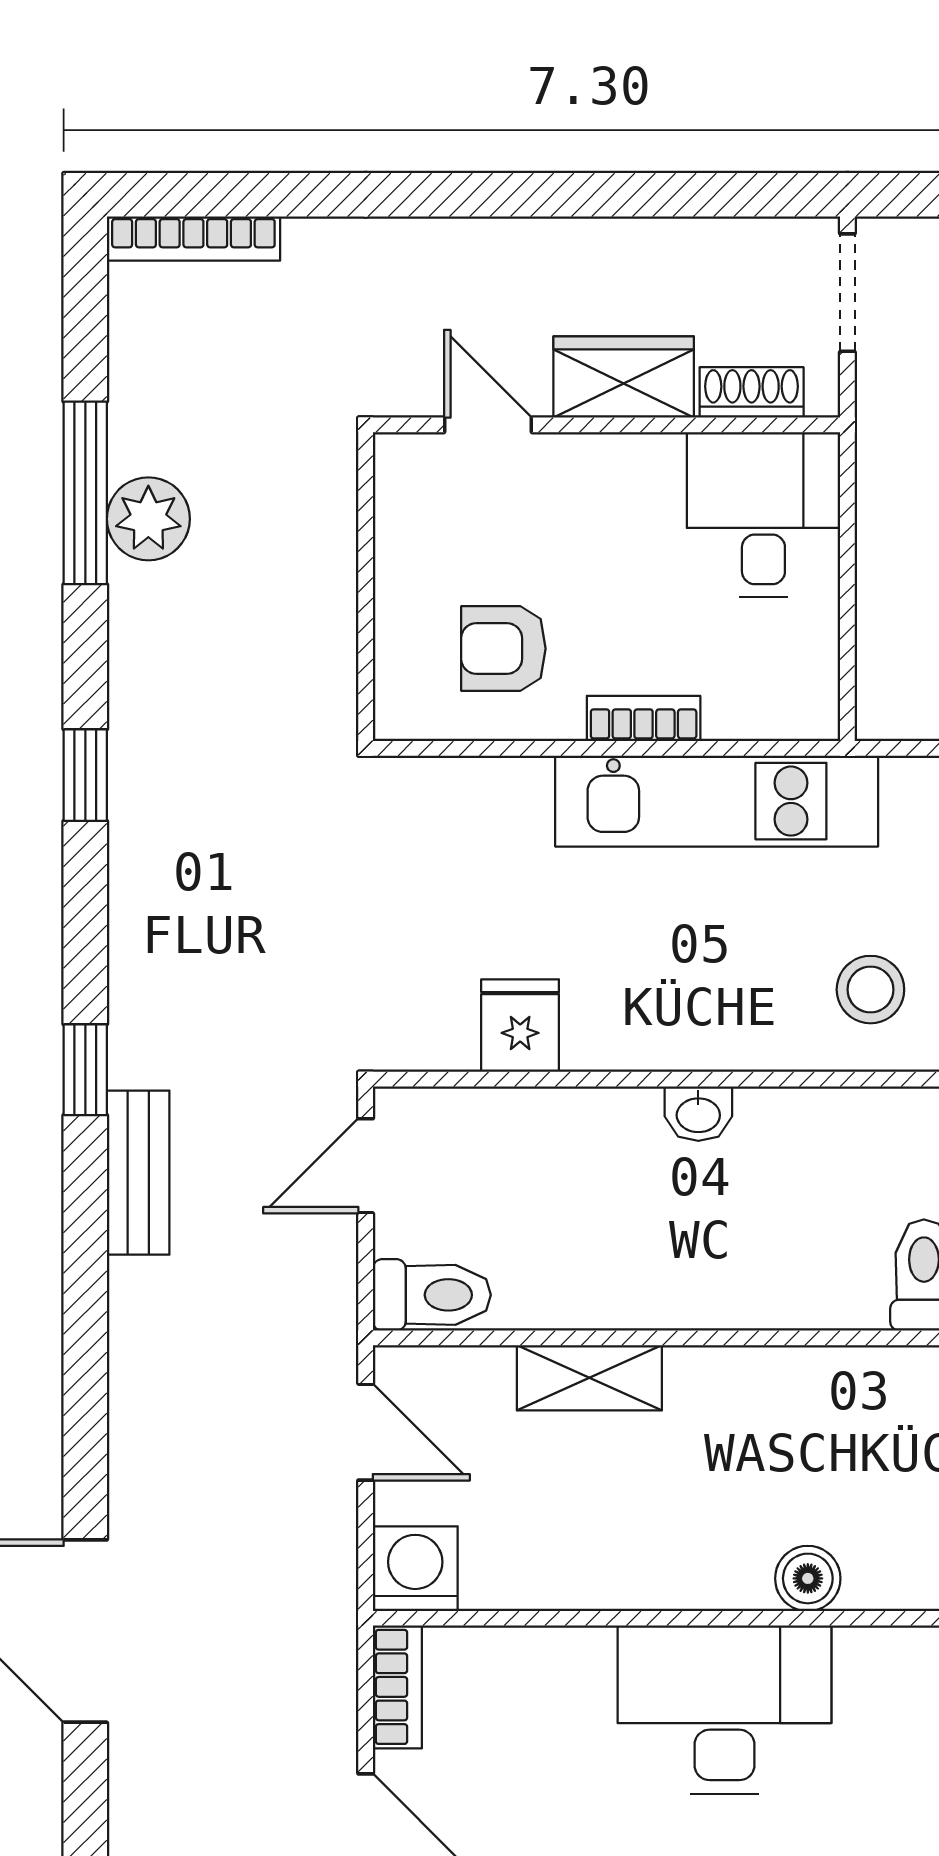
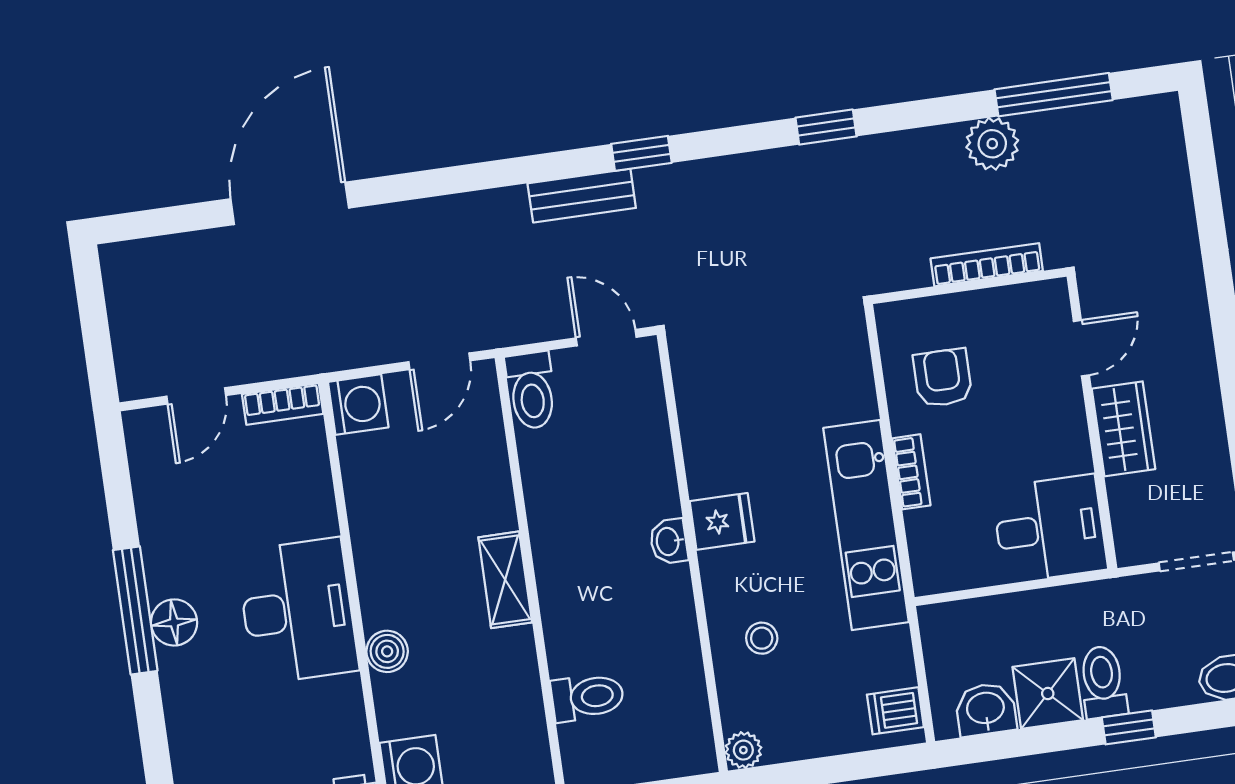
bookcase: (193, 239) -> (987, 265), moved, turned 90
shoe rack: (752, 392) -> (1125, 510), removed
window: (85, 493) -> (1054, 95), moved
stool: (870, 990) -> (762, 638), width x0.73, depth x0.73
fridge: (520, 1026) -> (722, 521), moved
shelving: (589, 1378) -> (505, 580), moved

